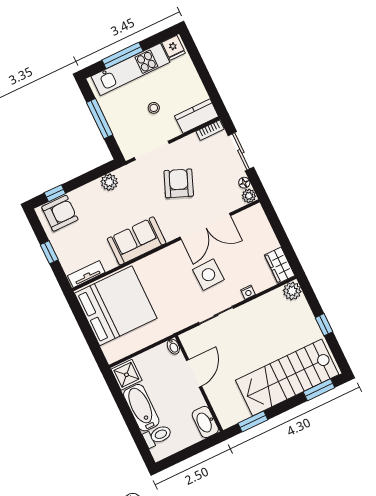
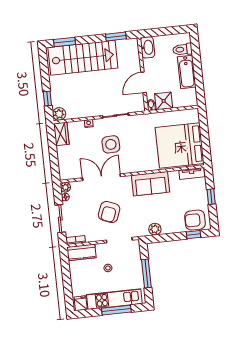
window: (324, 325) -> (47, 98), moved
shower: (126, 375) -> (164, 101), moved

